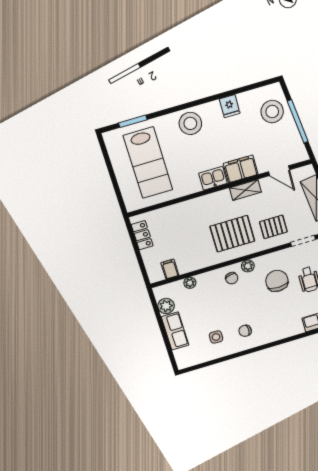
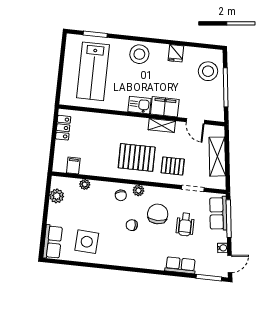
row of seats: (175, 331) -> (53, 242), moved
chair: (245, 331) -> (132, 225), moved
side table: (216, 337) -> (87, 242), width x1.87, depth x1.87

